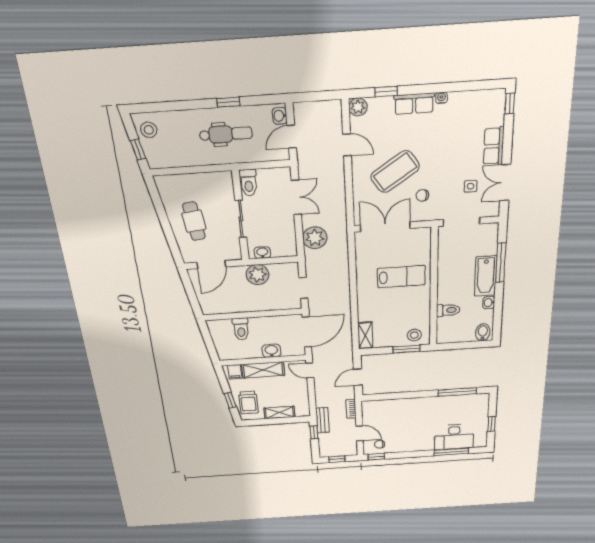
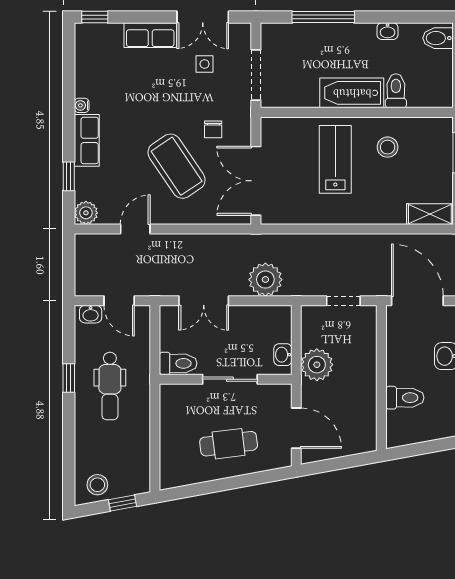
dental chair: (226, 134) -> (110, 386), turned 180
double door: (296, 197) -> (204, 301), swing flipped
bathtub: (486, 276) -> (352, 93), moved, turned 180
stool: (414, 335) -> (388, 147), moved

